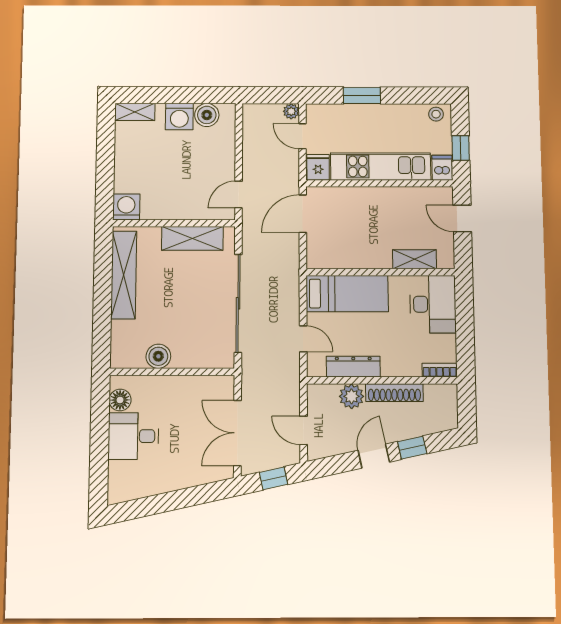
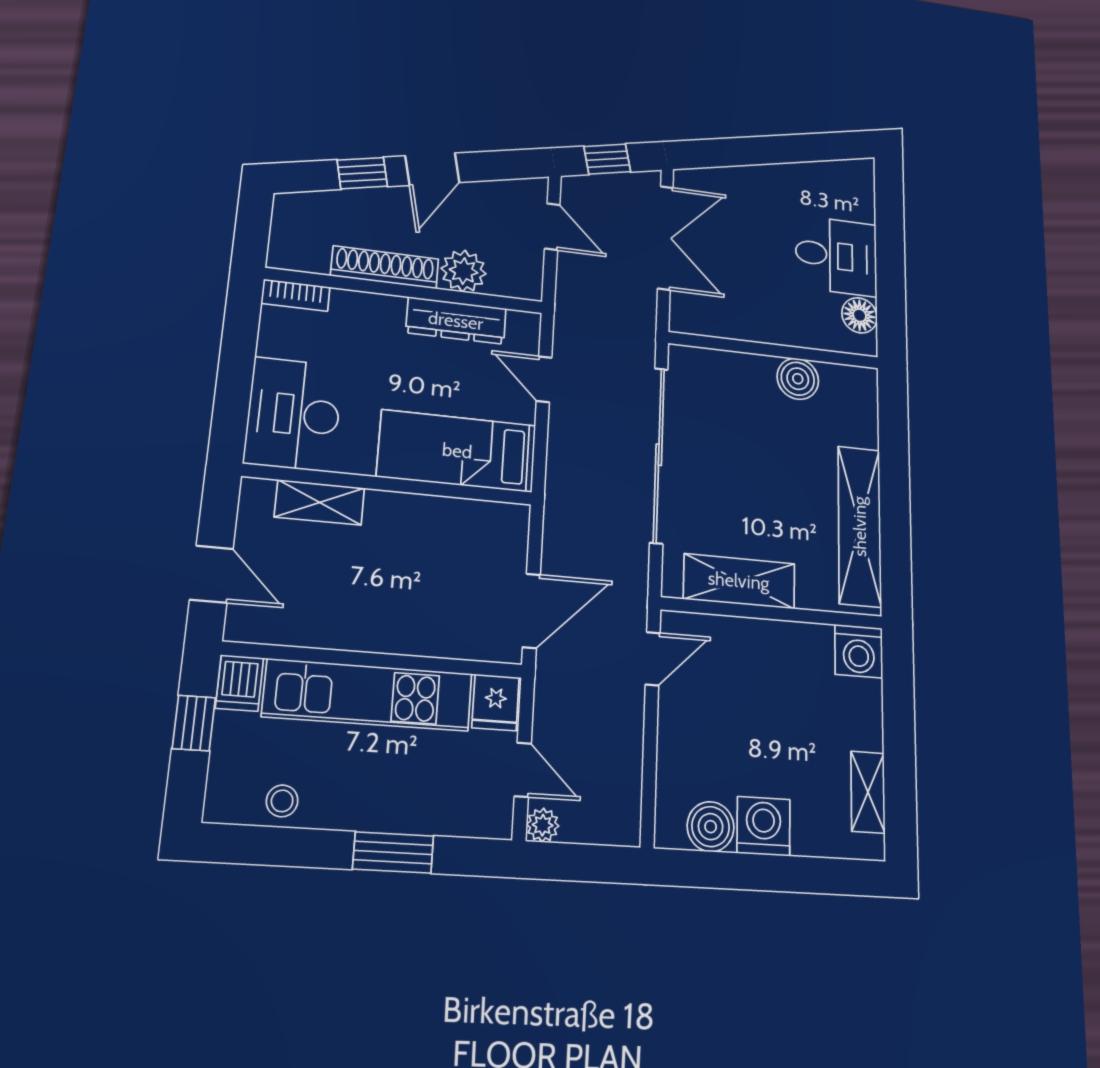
shelving: (135, 112) -> (868, 792), moved, turned 90
stool: (436, 114) -> (282, 801), moved

